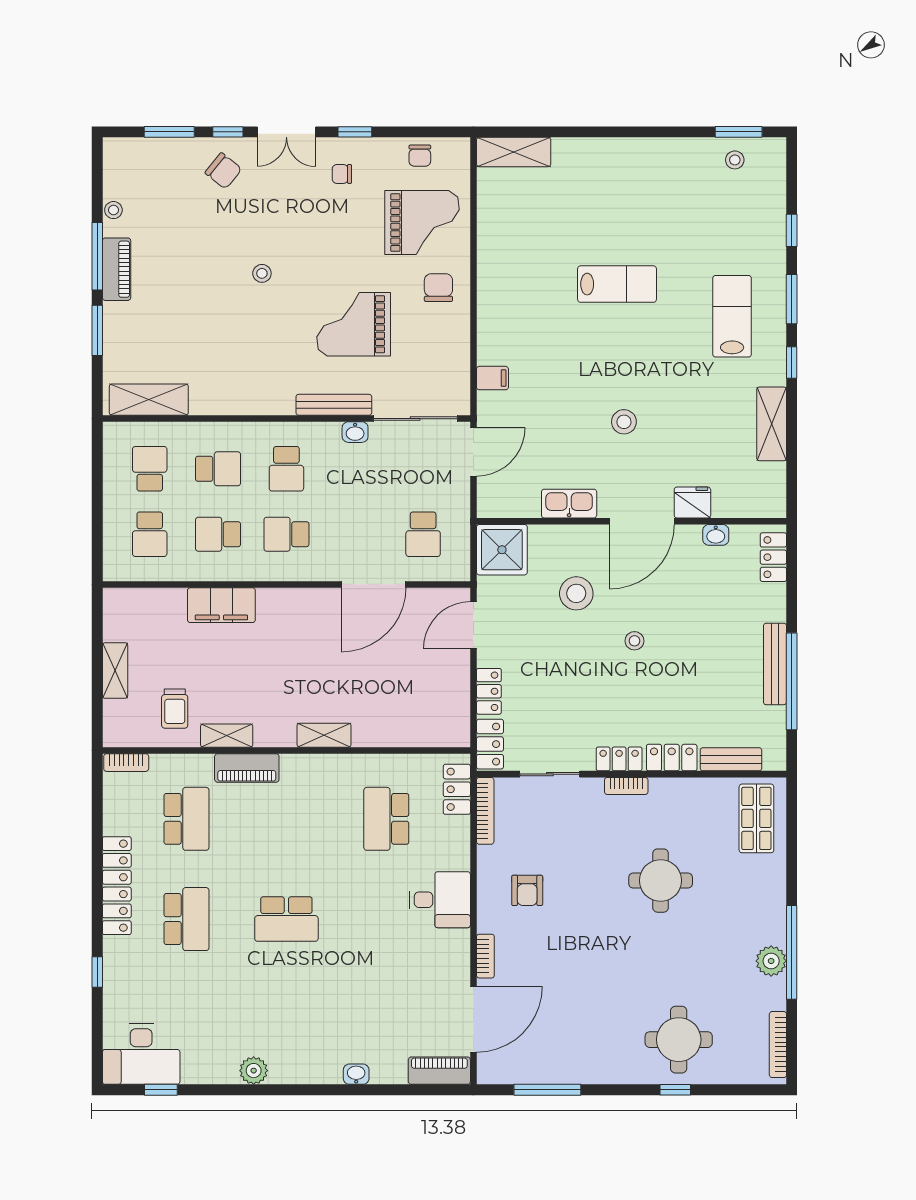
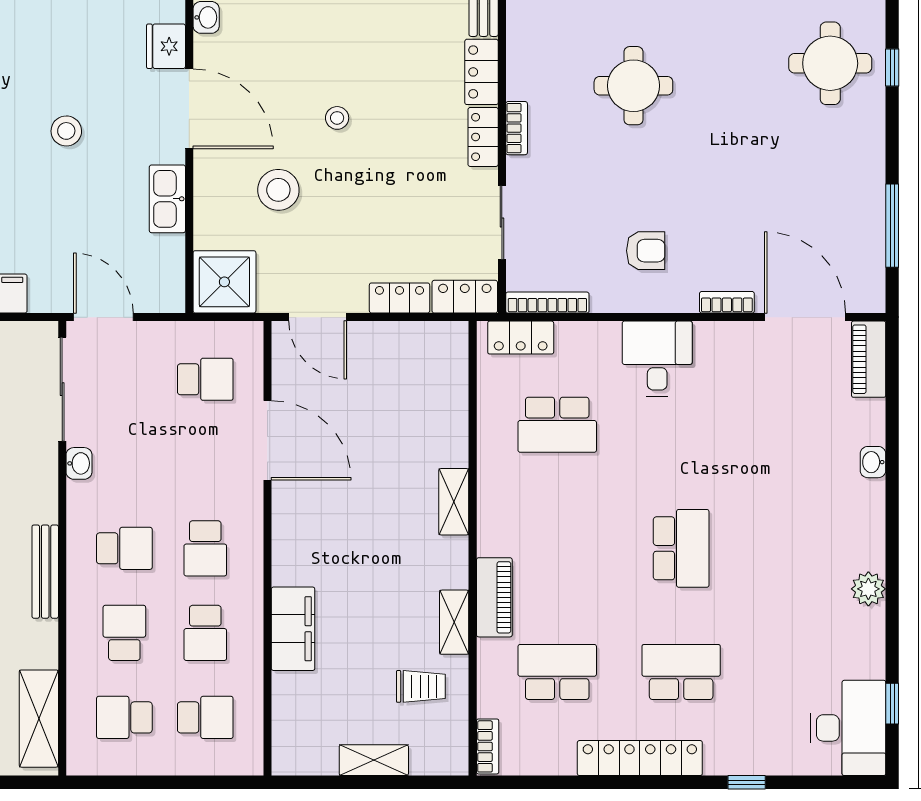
bench: (334, 405) -> (45, 572), moved

